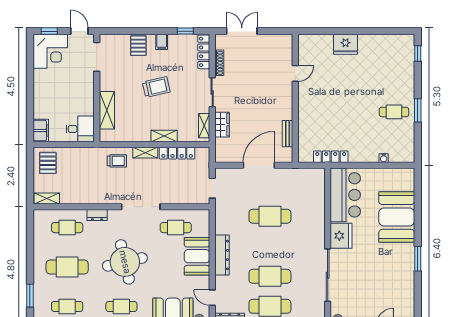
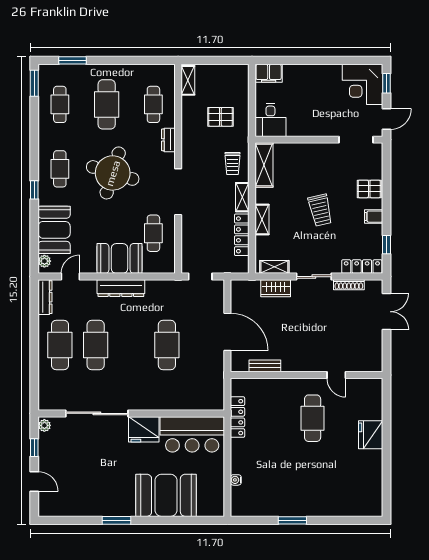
window: (418, 53) -> (360, 520), removed
shelving: (107, 110) -> (264, 165), moved, turned 90
cafe table: (394, 112) -> (313, 418), moved, width x1.37, depth x1.35
pallet: (48, 163) -> (220, 117), moved
round table: (125, 262) -> (113, 173), turned 30

